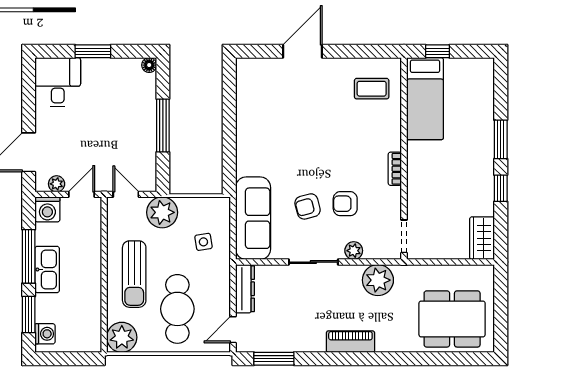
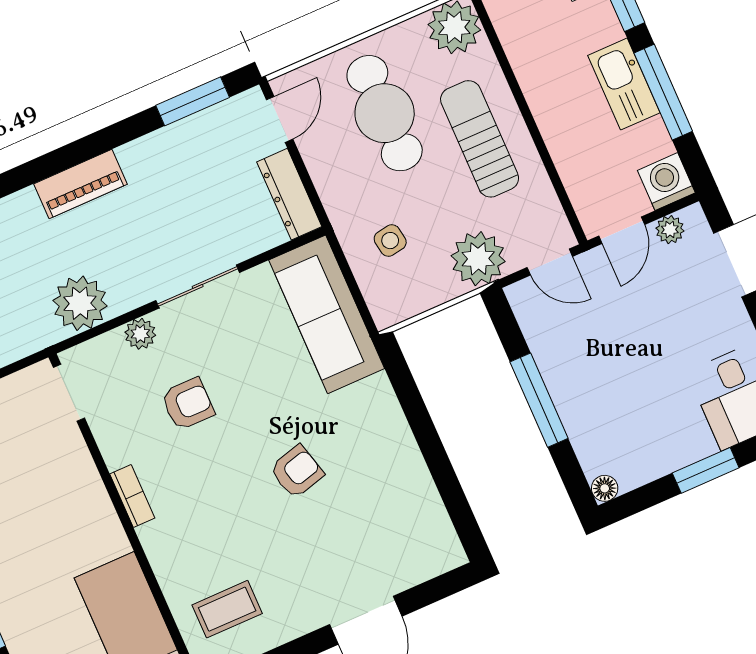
armchair: (308, 206) -> (297, 472), moved

